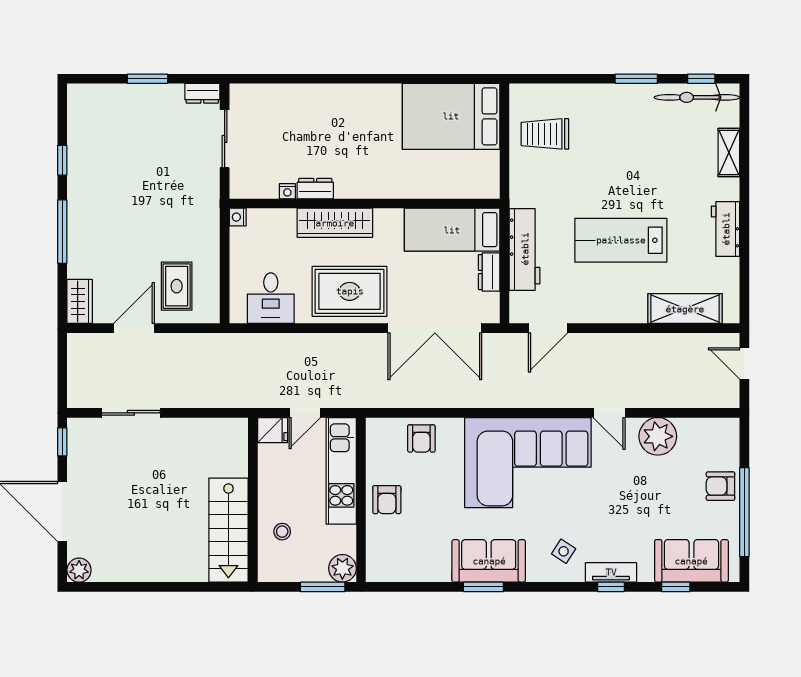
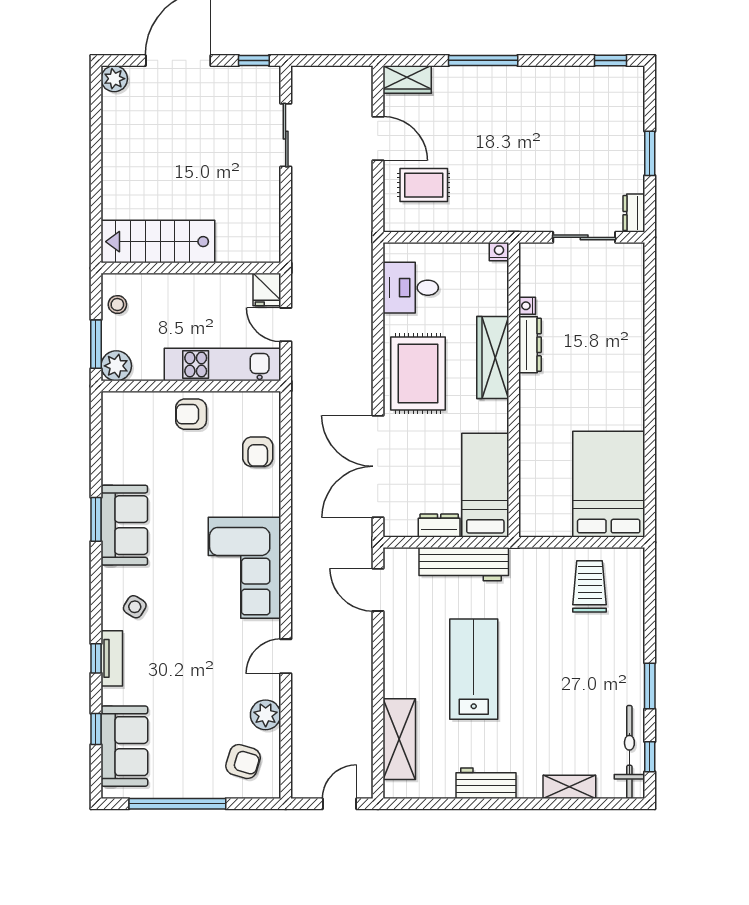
window: (62, 160) -> (610, 60), moved
dresser: (315, 189) -> (530, 345), width x1.44
plant: (658, 436) -> (266, 715), width x0.73, depth x0.73
armchair: (421, 438) -> (258, 452), turned -90
corner sofa: (528, 463) -> (244, 568), width x0.73, depth x0.74
armchair: (720, 486) -> (243, 762), moved, turned 107
stool: (282, 532) -> (117, 305), moved

